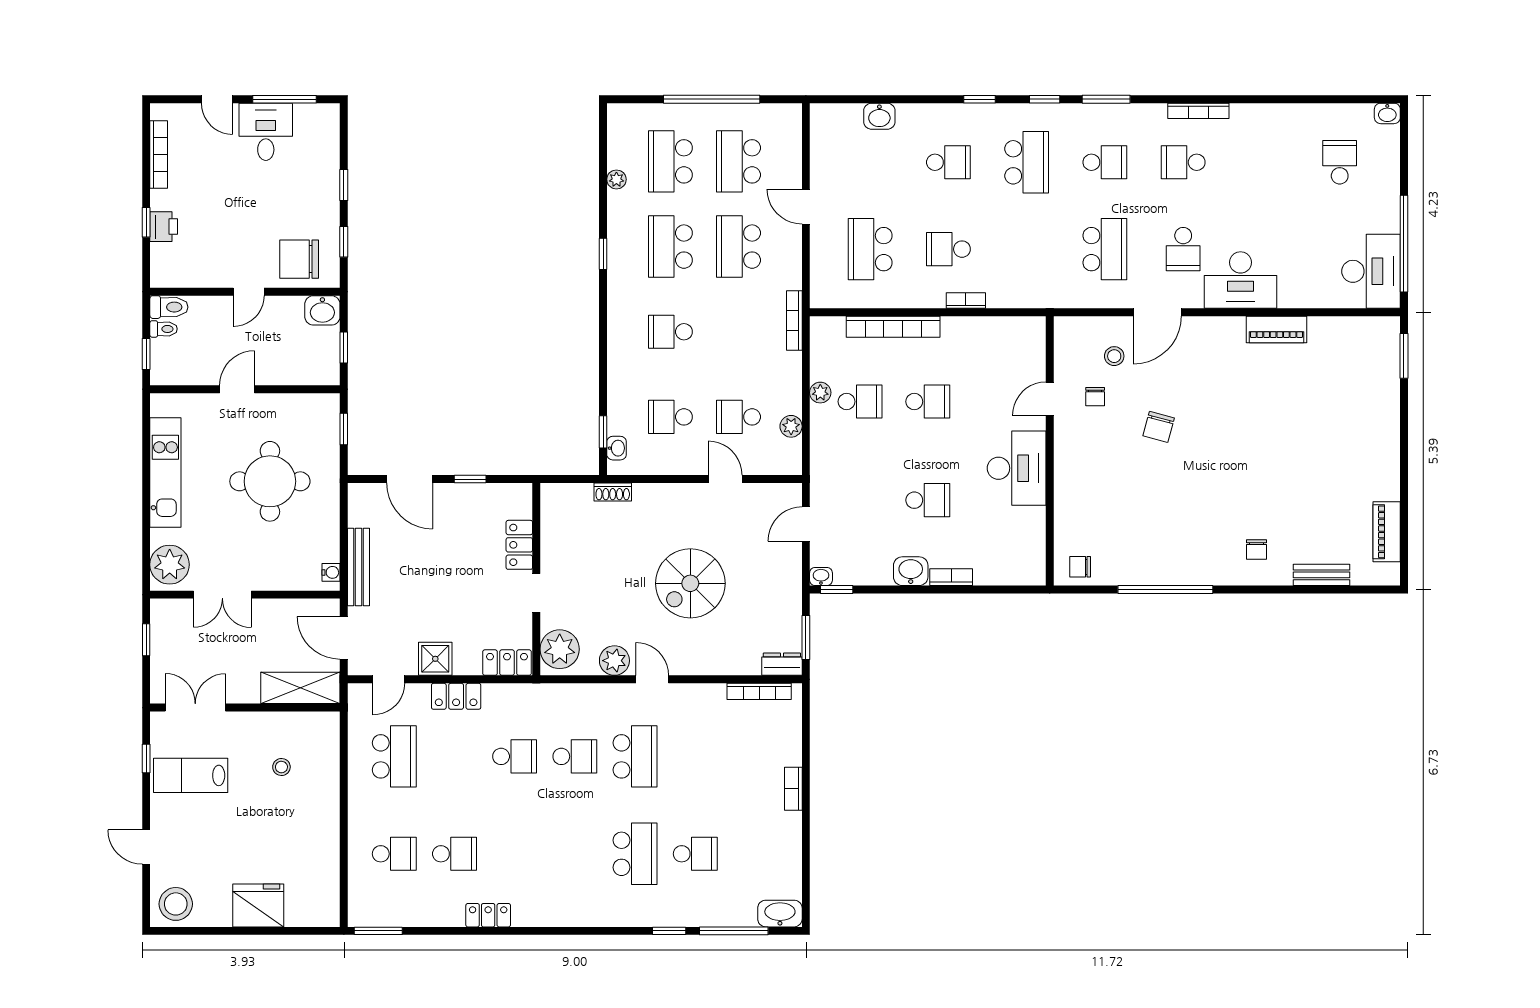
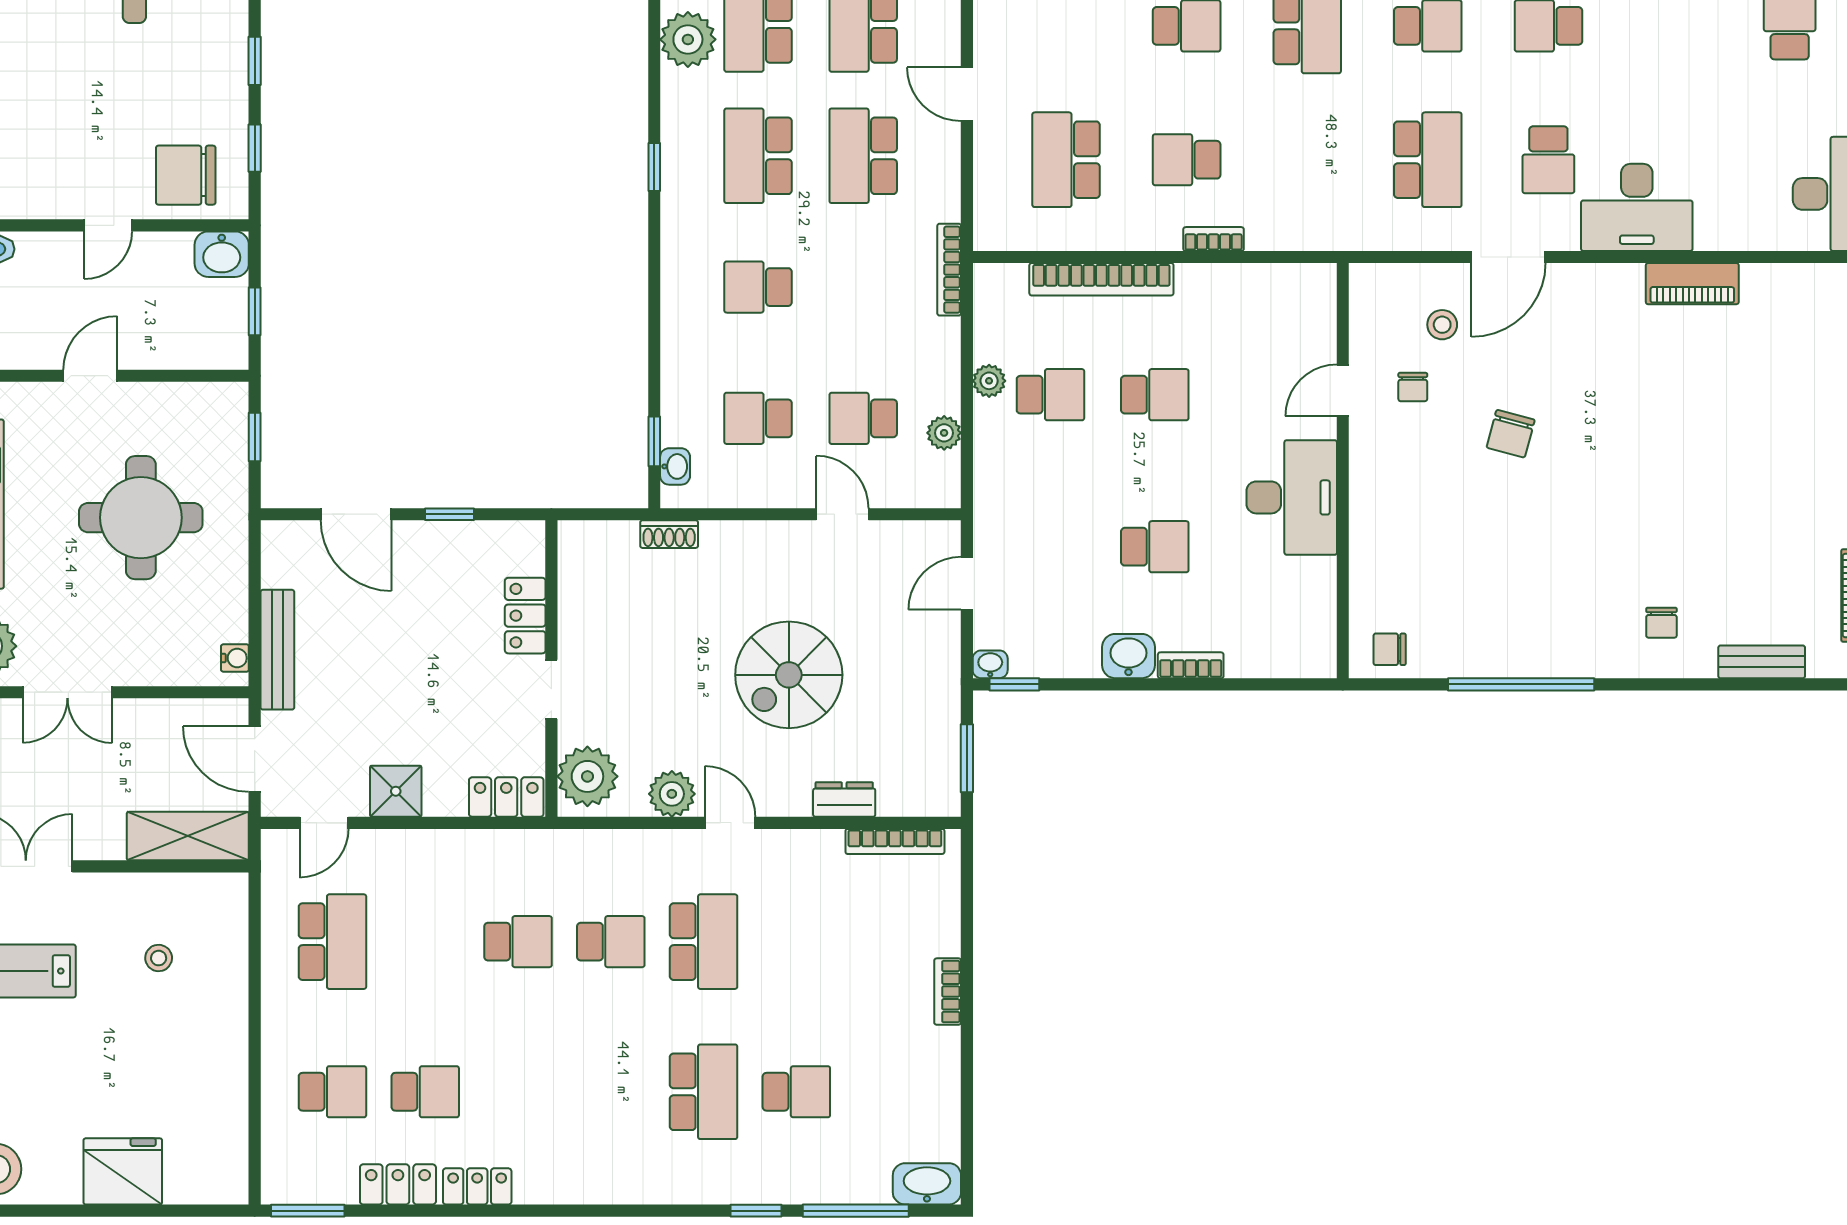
plant: (616, 179) -> (688, 39), width x1.87, depth x1.87
dresser: (782, 664) -> (844, 799), moved
locker: (456, 696) -> (398, 1184), moved, turned 180

